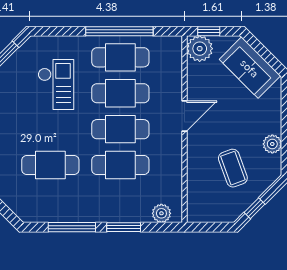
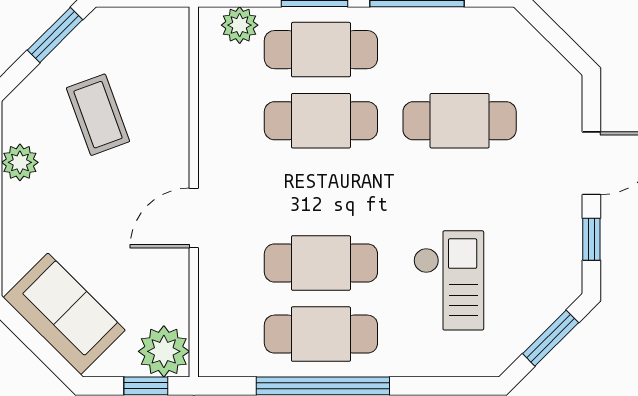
checkout: (56, 84) -> (449, 280), turned 180
cafe table: (120, 129) -> (321, 50), moved
window: (255, 208) -> (55, 35), width x1.50

